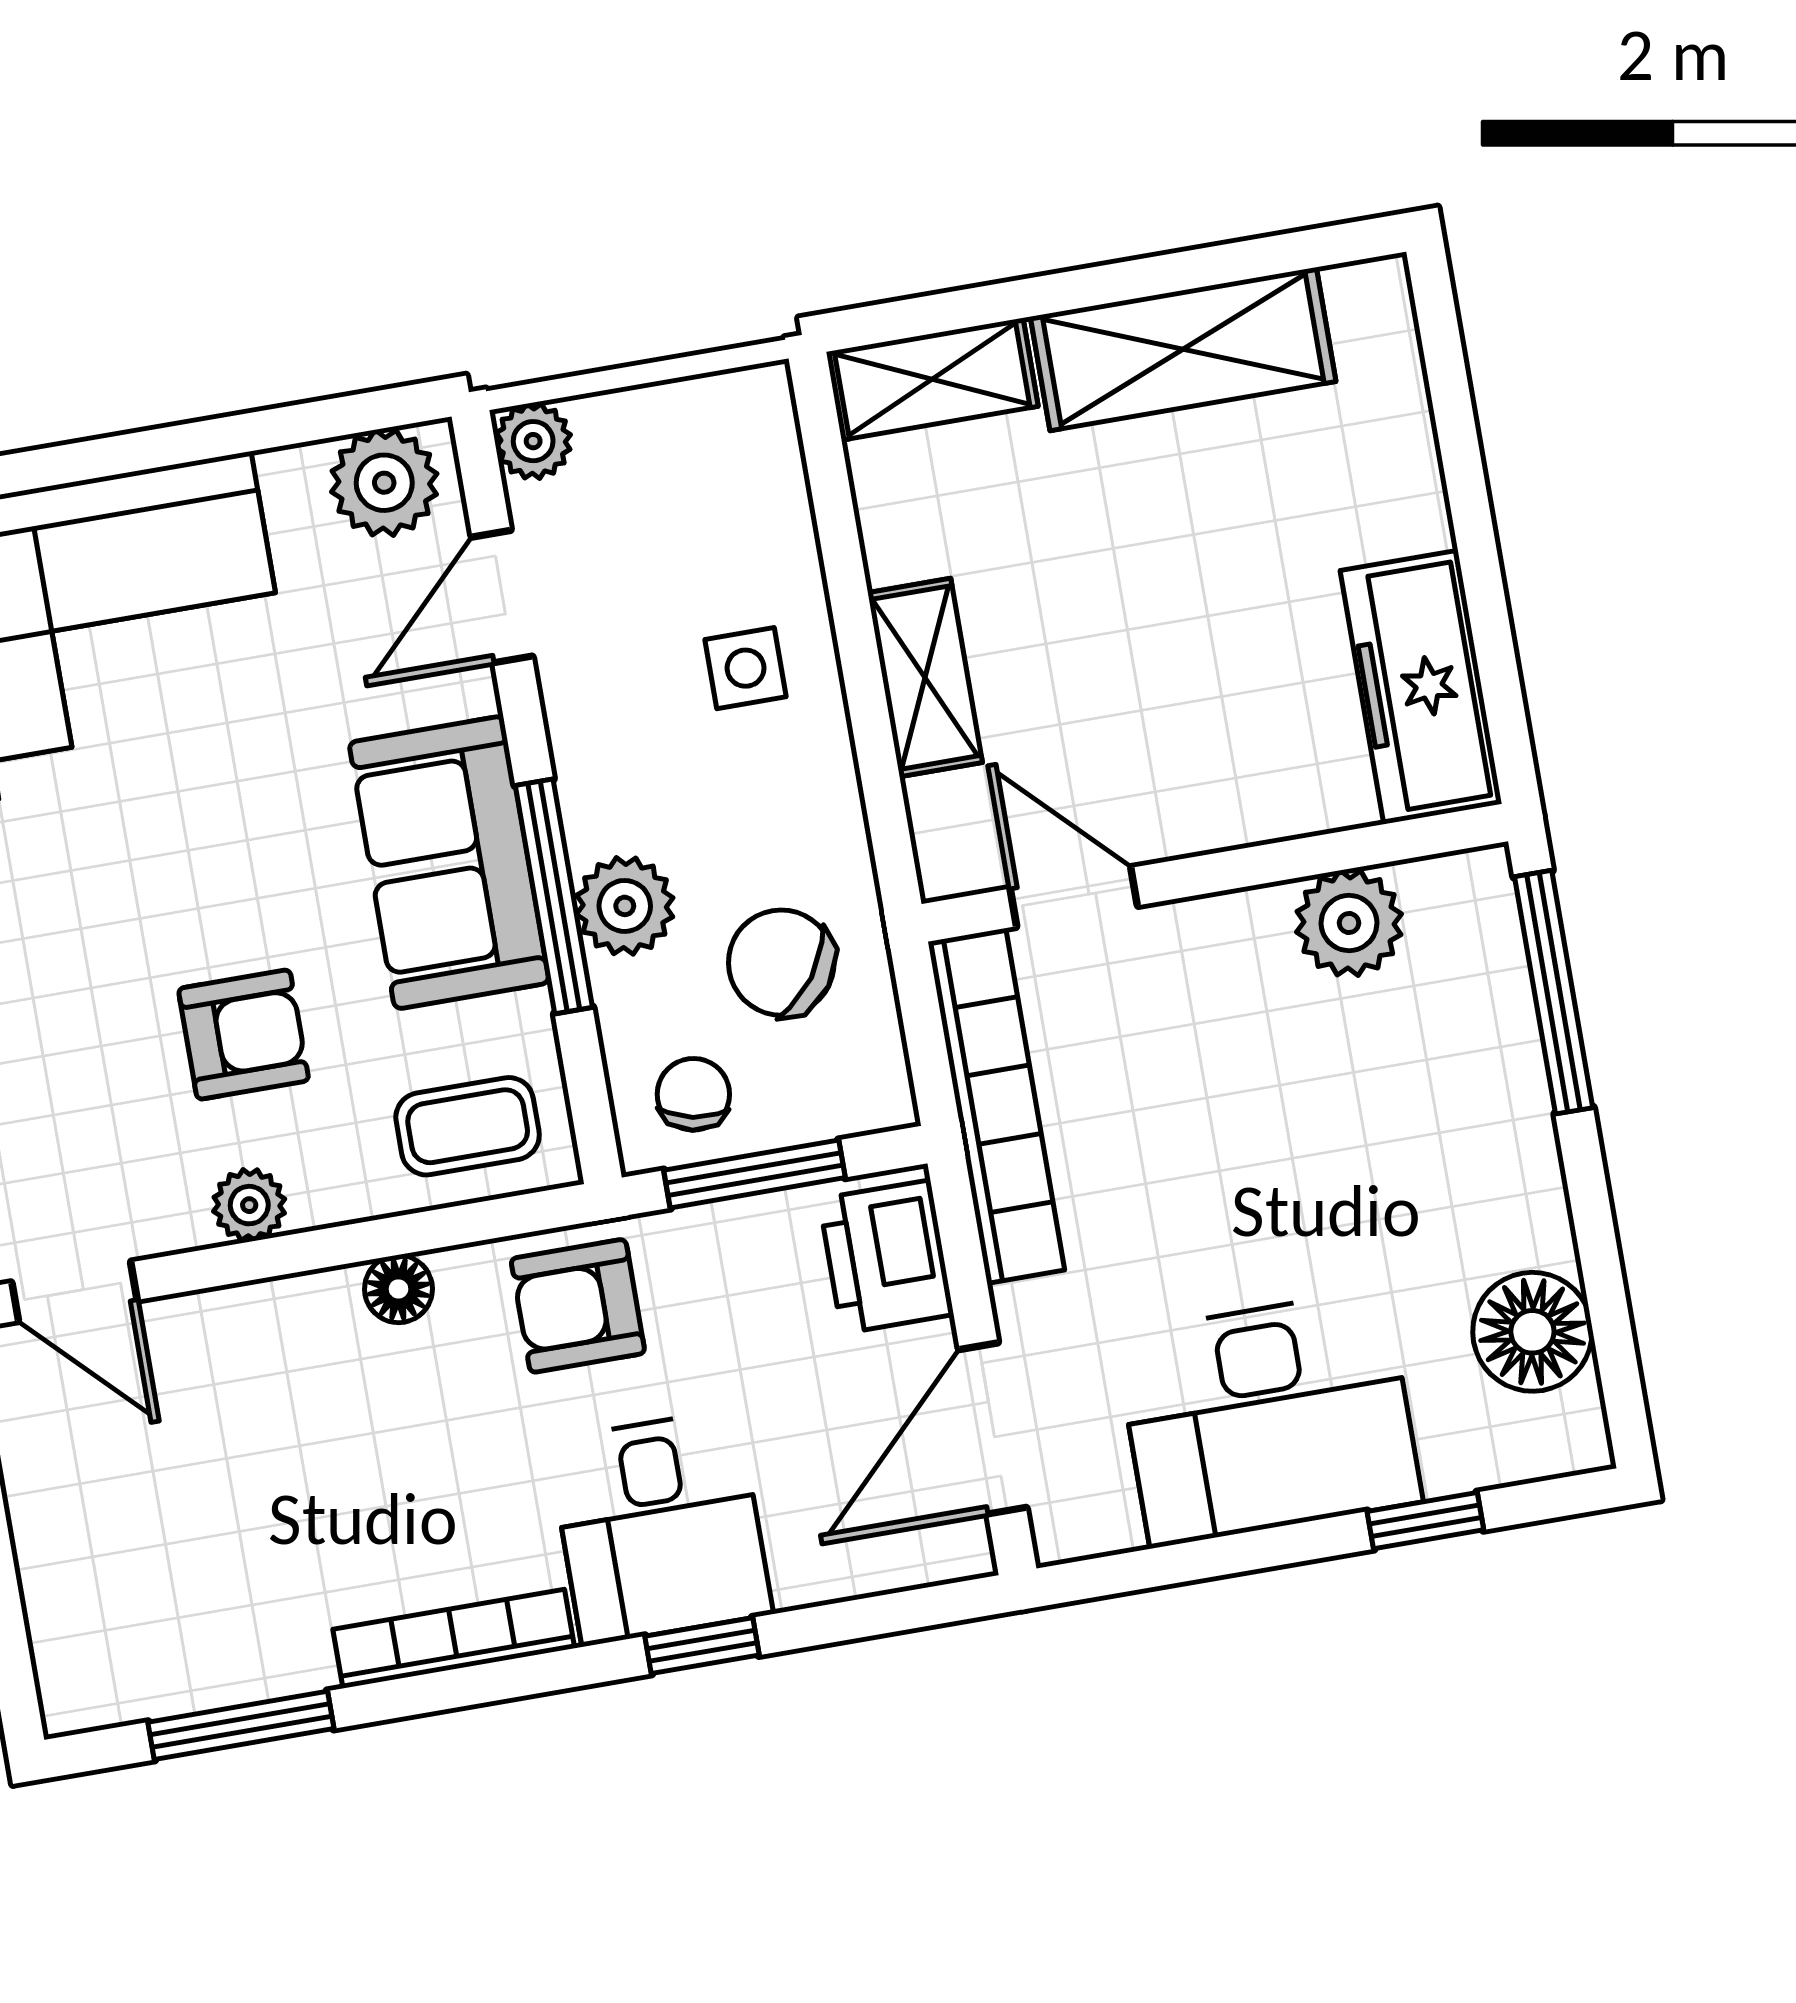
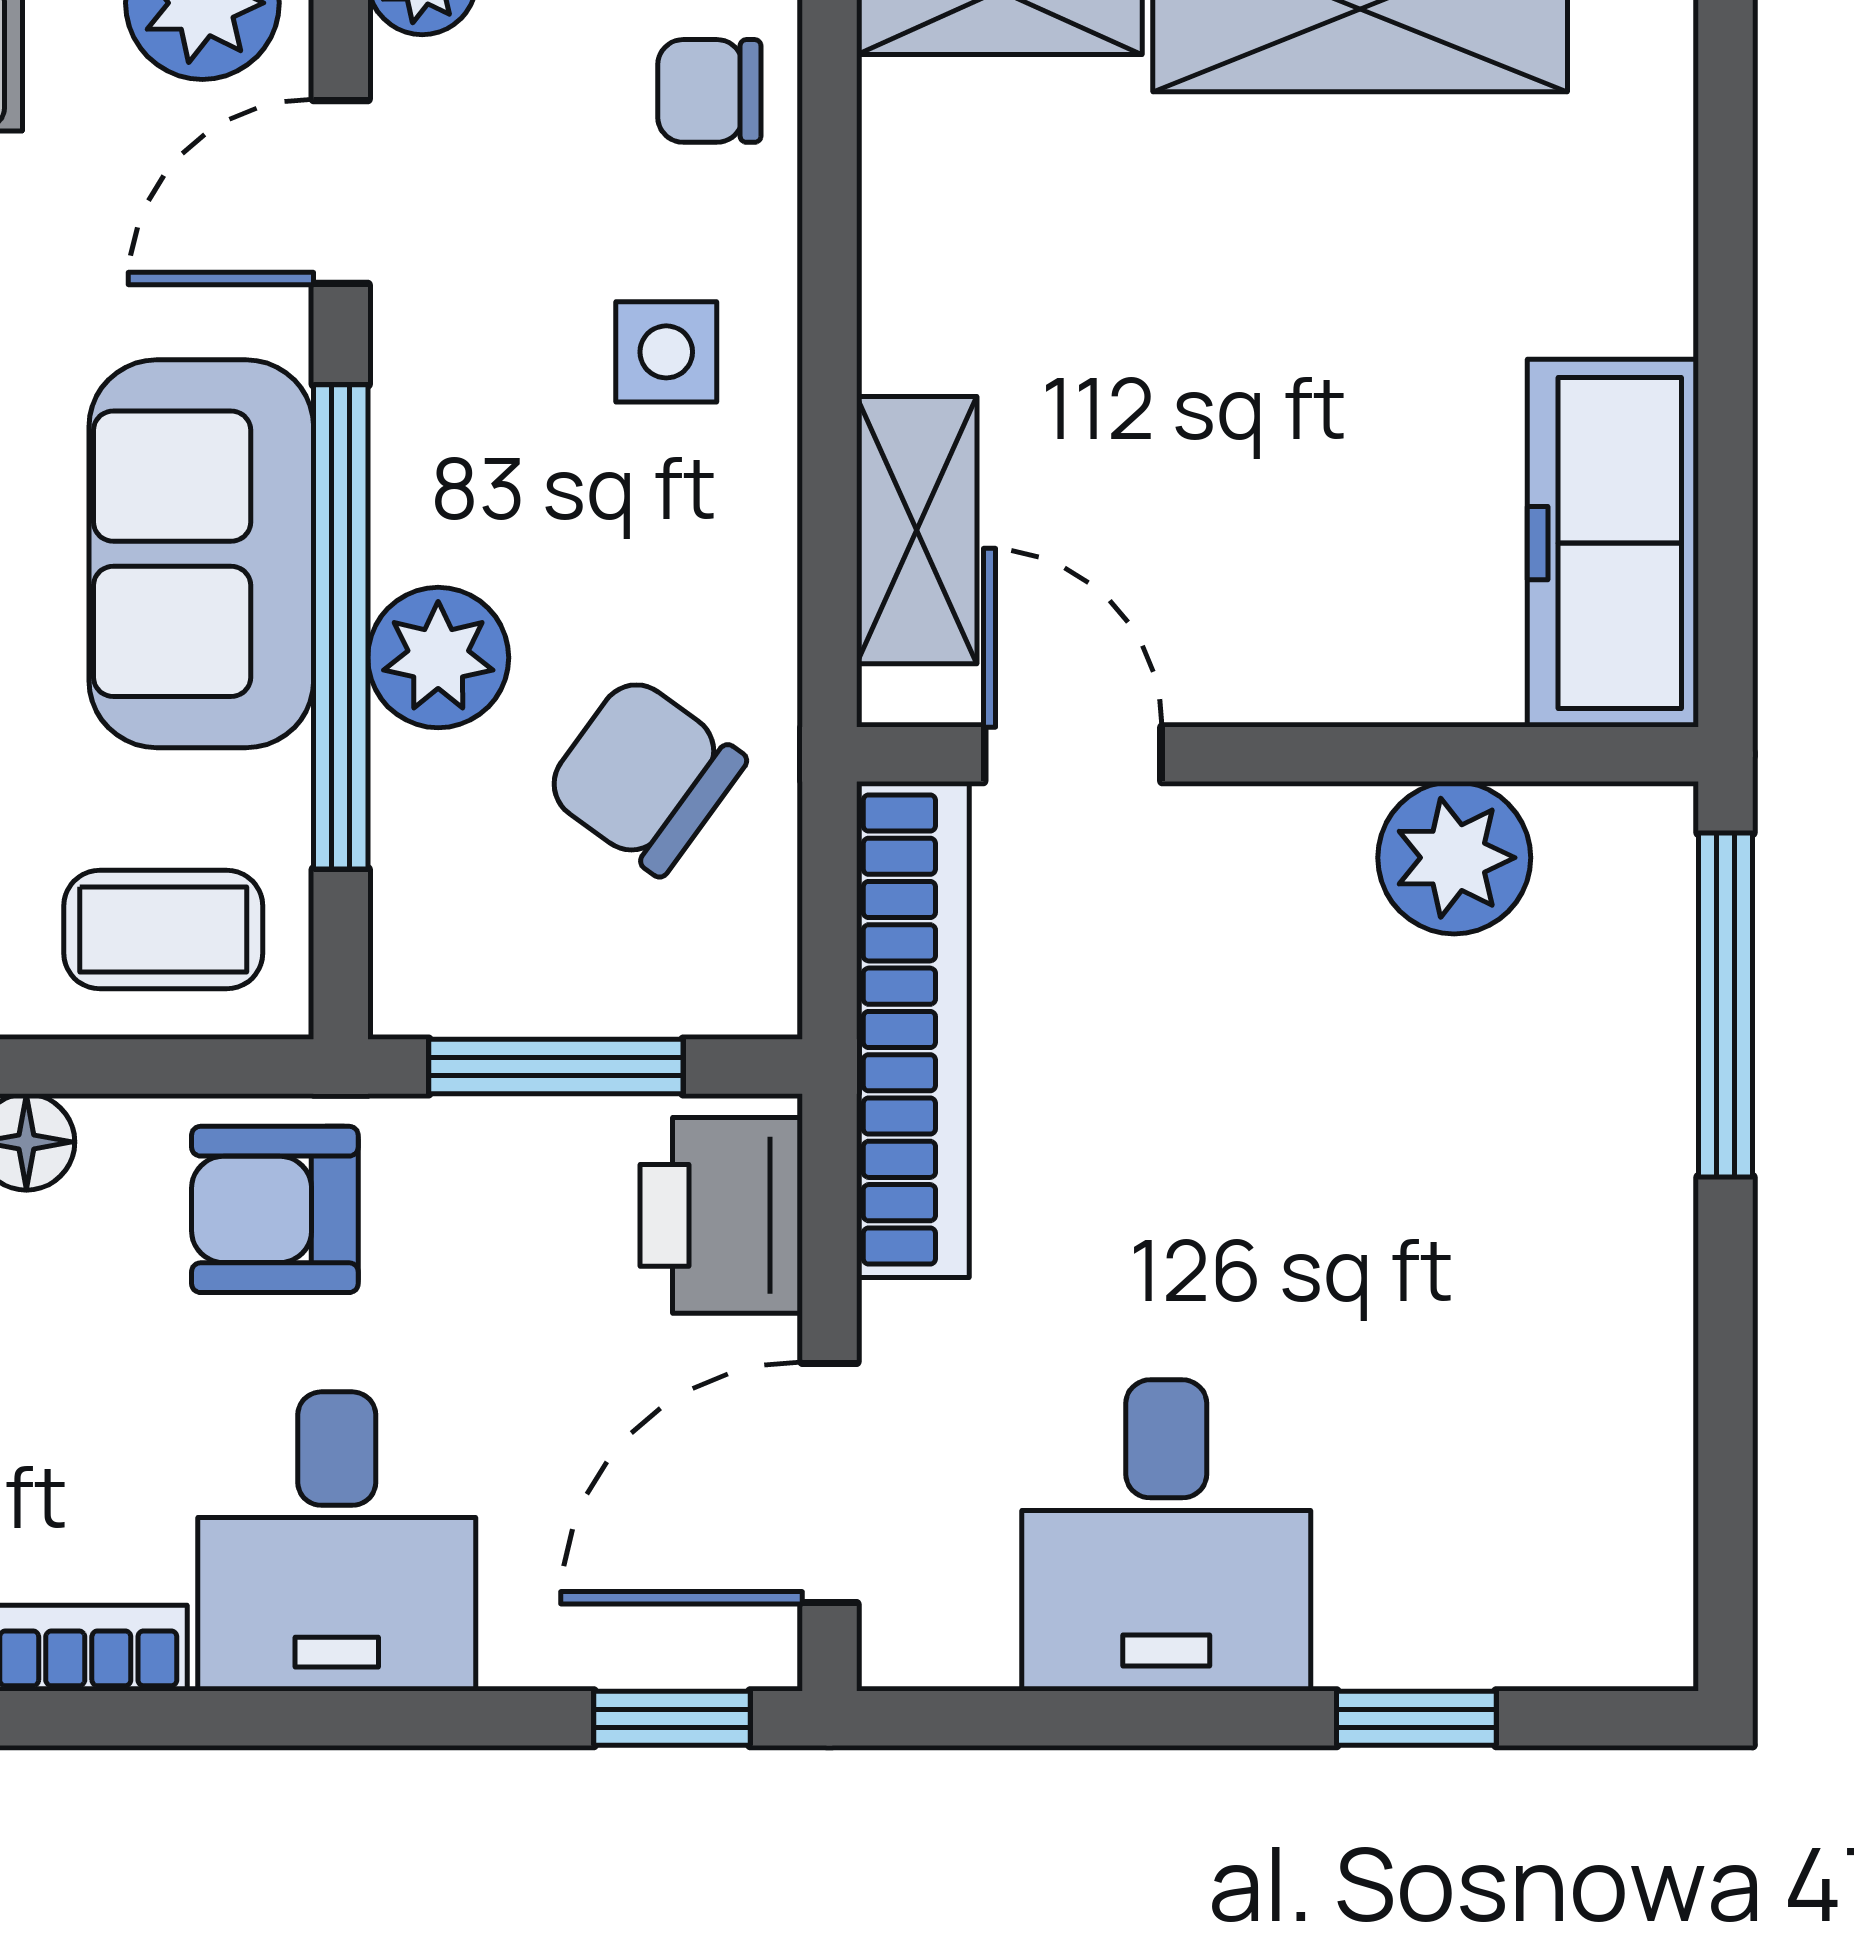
shelving: (925, 678) -> (917, 530), moved
window: (554, 896) -> (341, 627), width x1.46
chair: (693, 1094) -> (709, 91), moved, turned -101
floor lamp: (1532, 1332) -> (1613, 1478), removed
desk: (1268, 1418) -> (1166, 1535), width x0.73
window: (702, 1646) -> (672, 1718), moved

